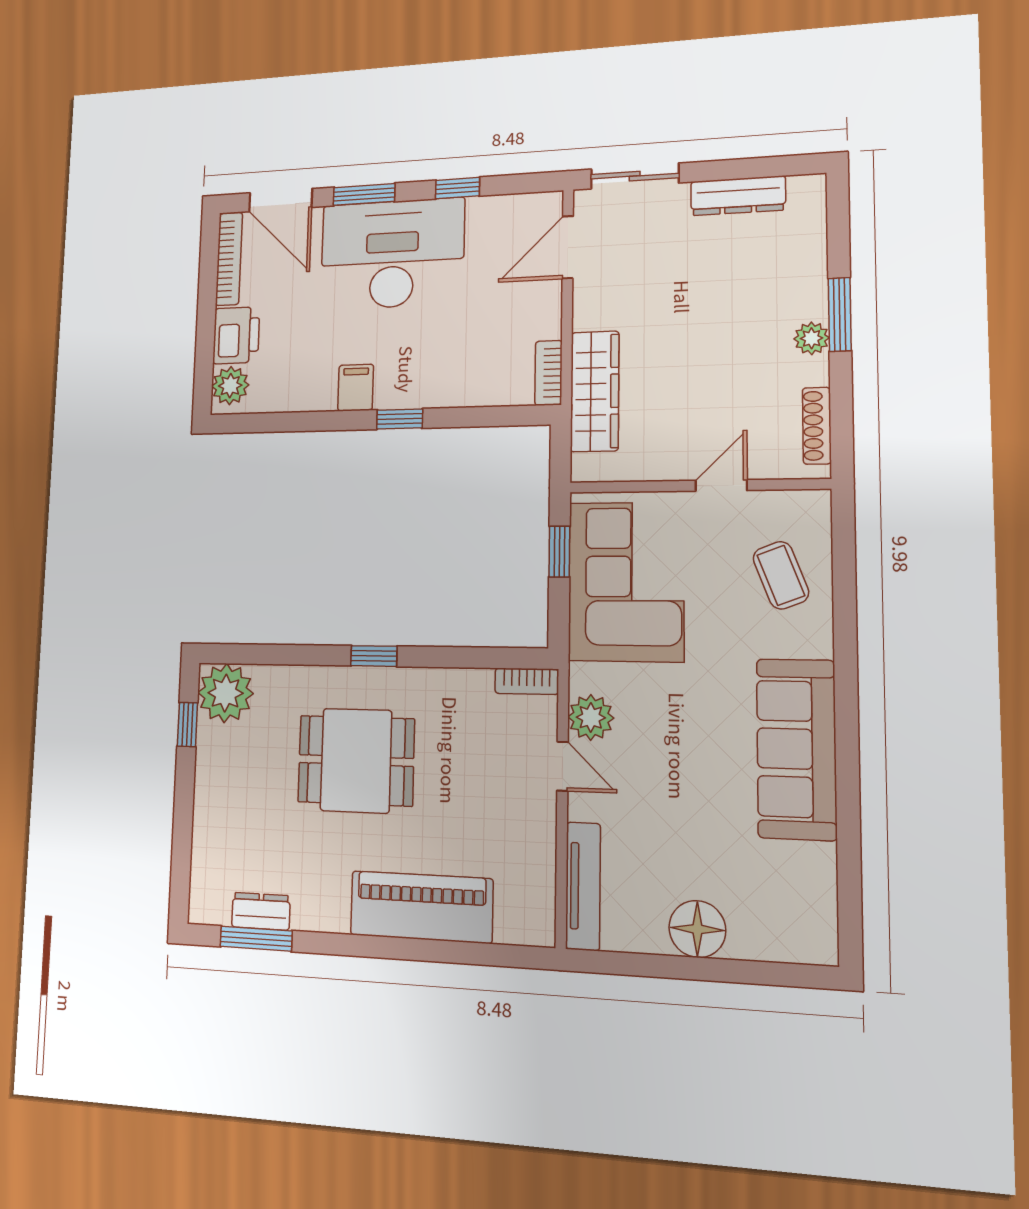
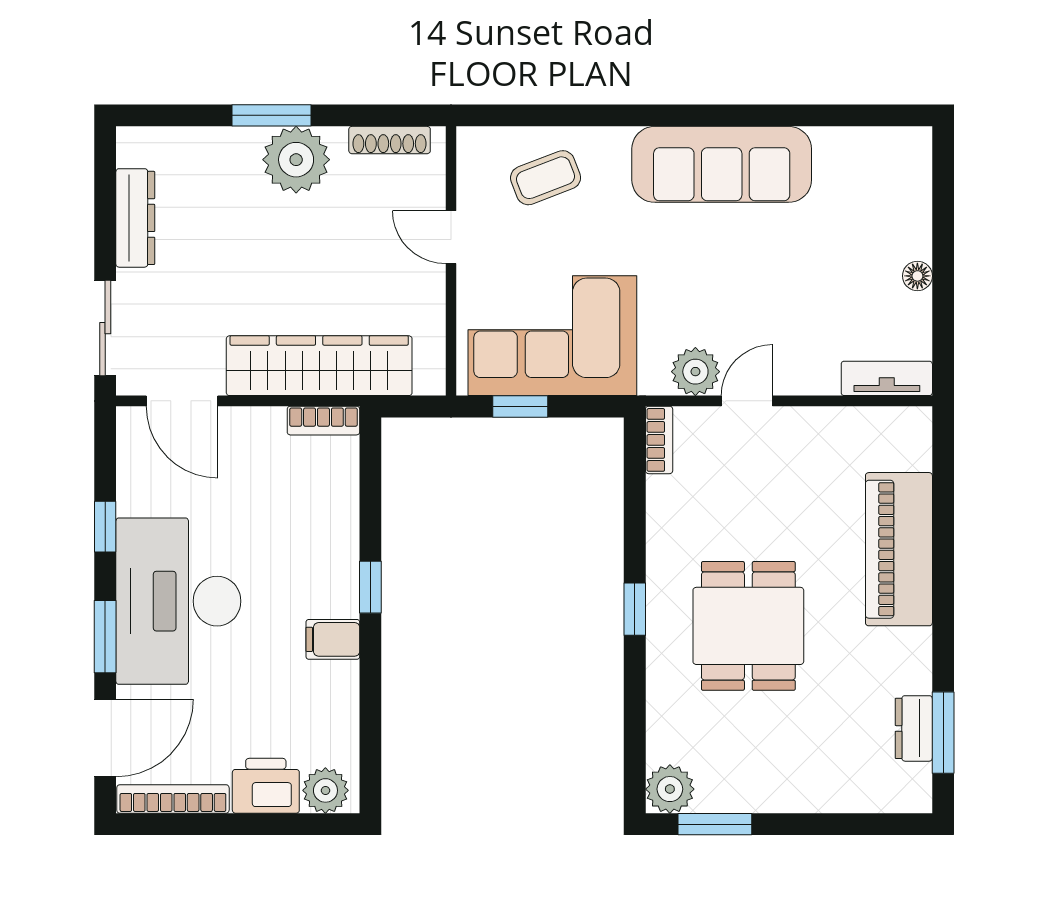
plant: (812, 338) -> (296, 160), width x1.88, depth x1.88
wardrobe: (595, 391) -> (319, 366), width x1.40, depth x1.17
plant: (225, 693) -> (670, 789), width x0.73, depth x0.73
window: (187, 725) -> (715, 824), width x1.50
tv unit: (583, 886) -> (887, 378), width x0.71
floor lamp: (697, 929) -> (917, 276), width x0.53, depth x0.53

